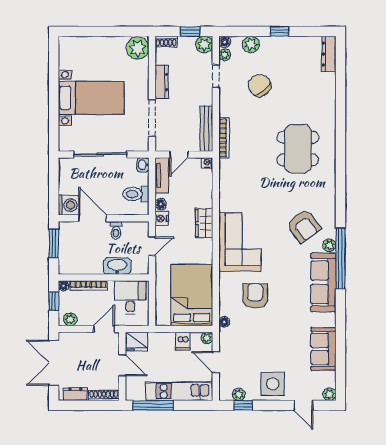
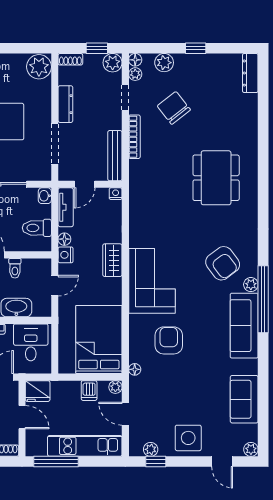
bookcase: (224, 138) -> (134, 137), moved

